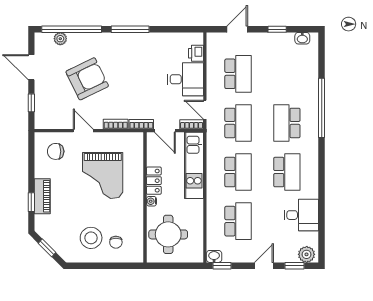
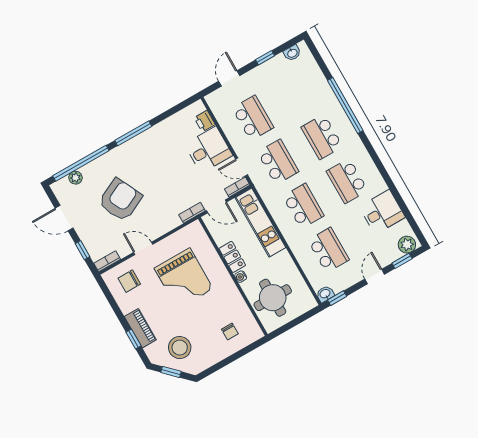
bookcase: (116, 124) -> (107, 261), moved
school desk: (287, 172) -> (347, 181), turned 180
stool: (91, 238) -> (180, 348), moved

